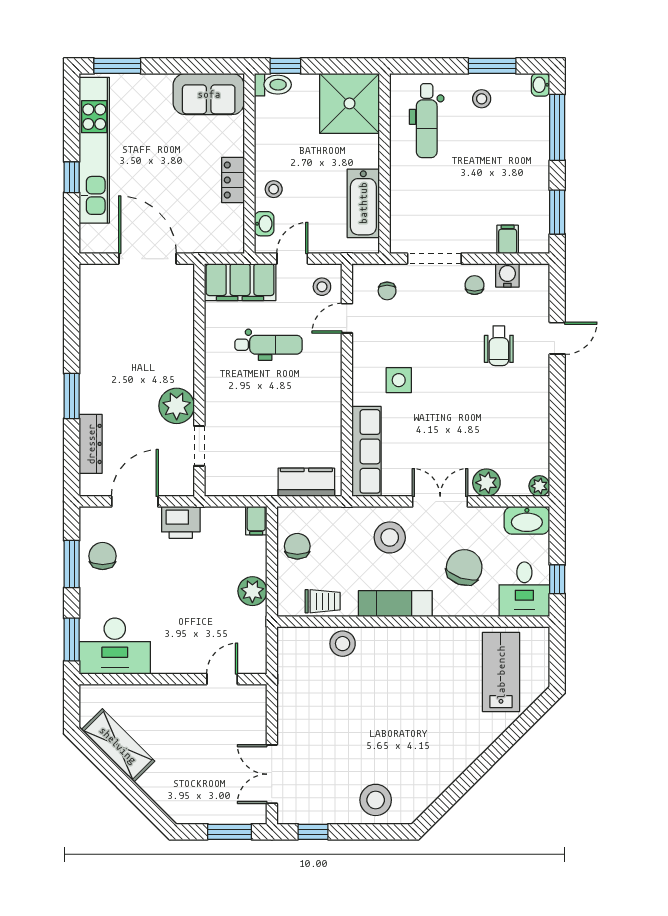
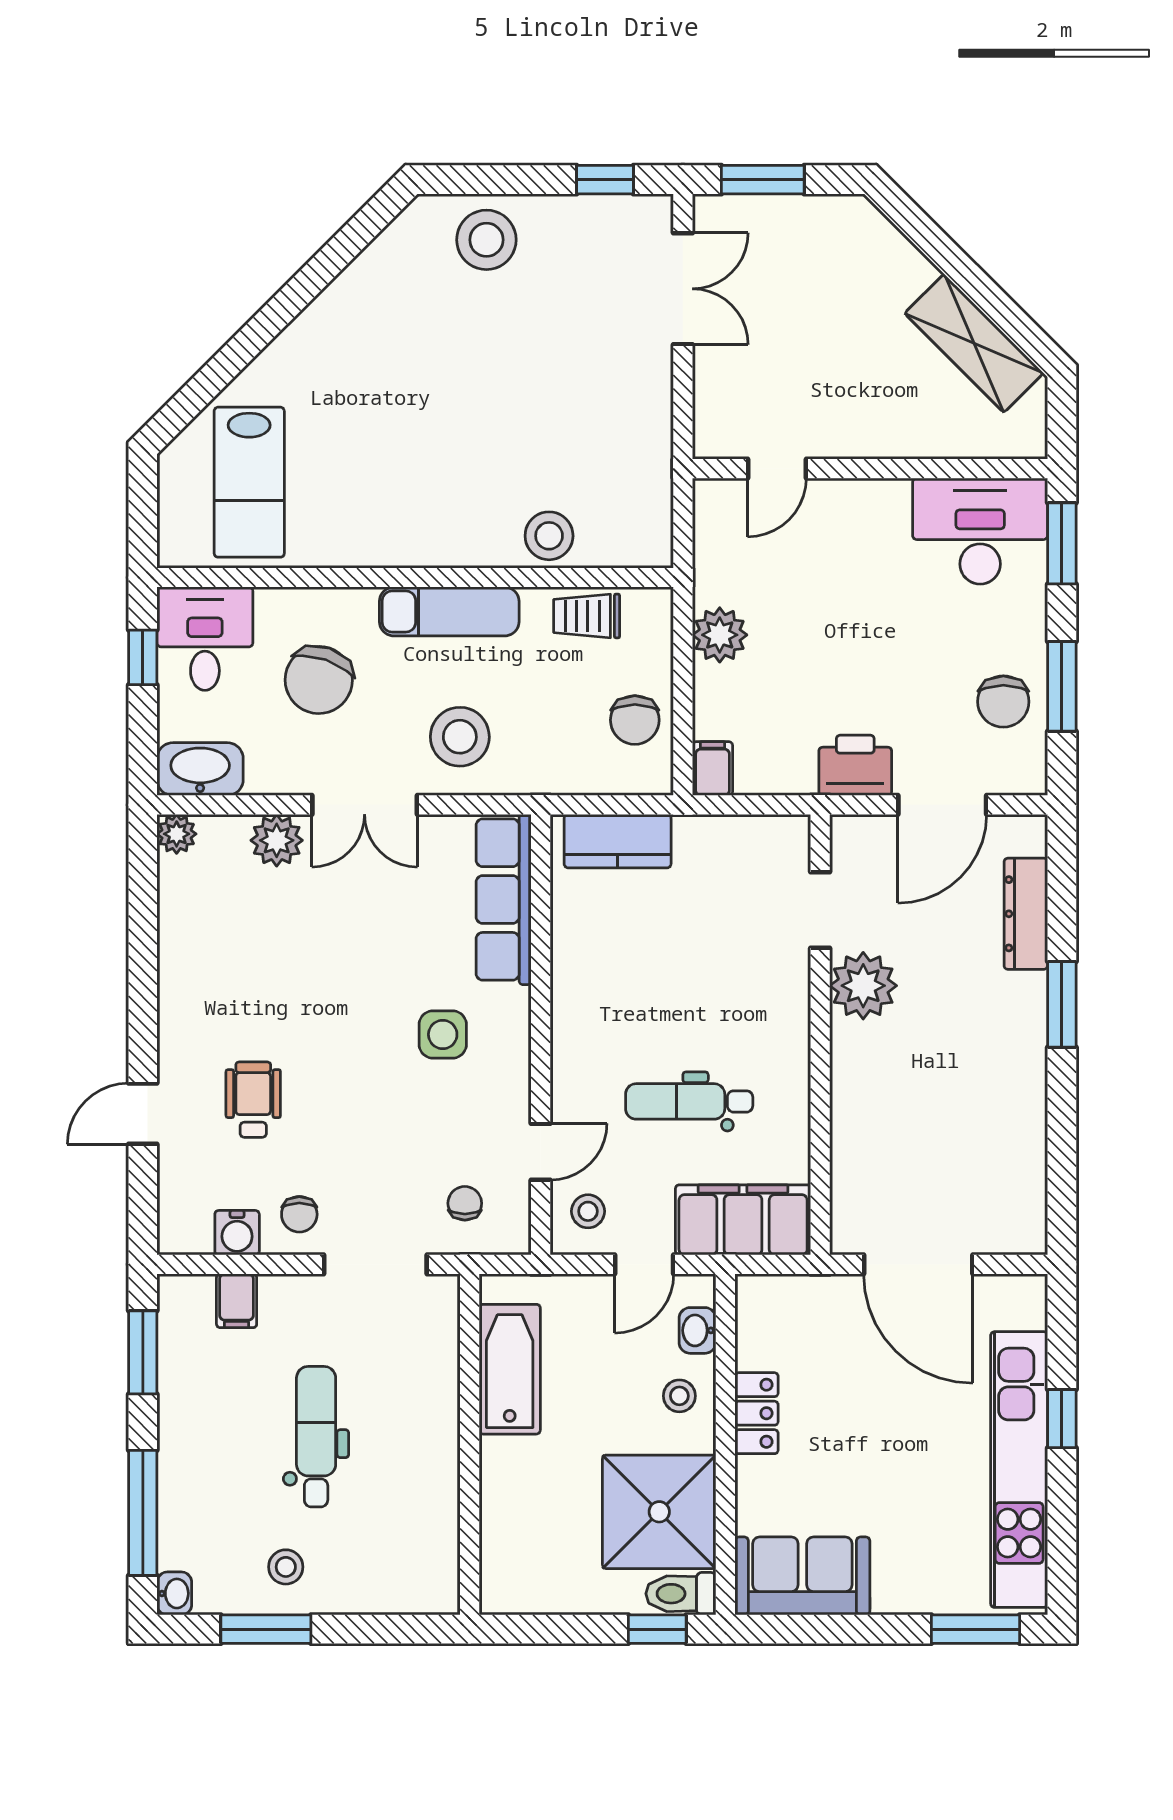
shower: (350, 103) -> (659, 1512), moved
dental chair: (427, 121) -> (316, 1437), moved

